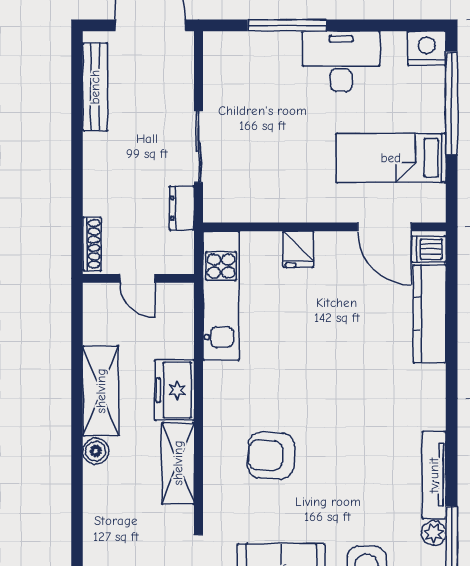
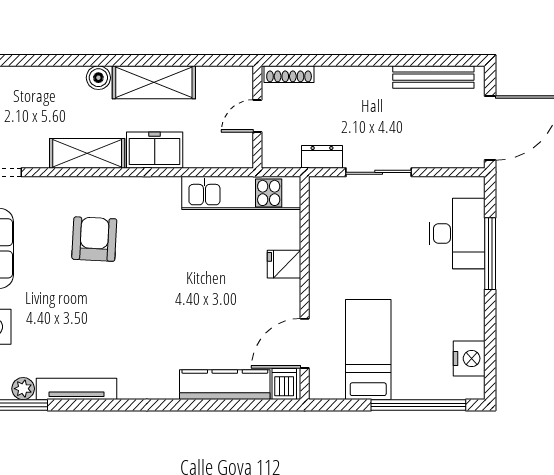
nightstand: (427, 48) -> (469, 358), moved
desk: (341, 61) -> (457, 234), moved

